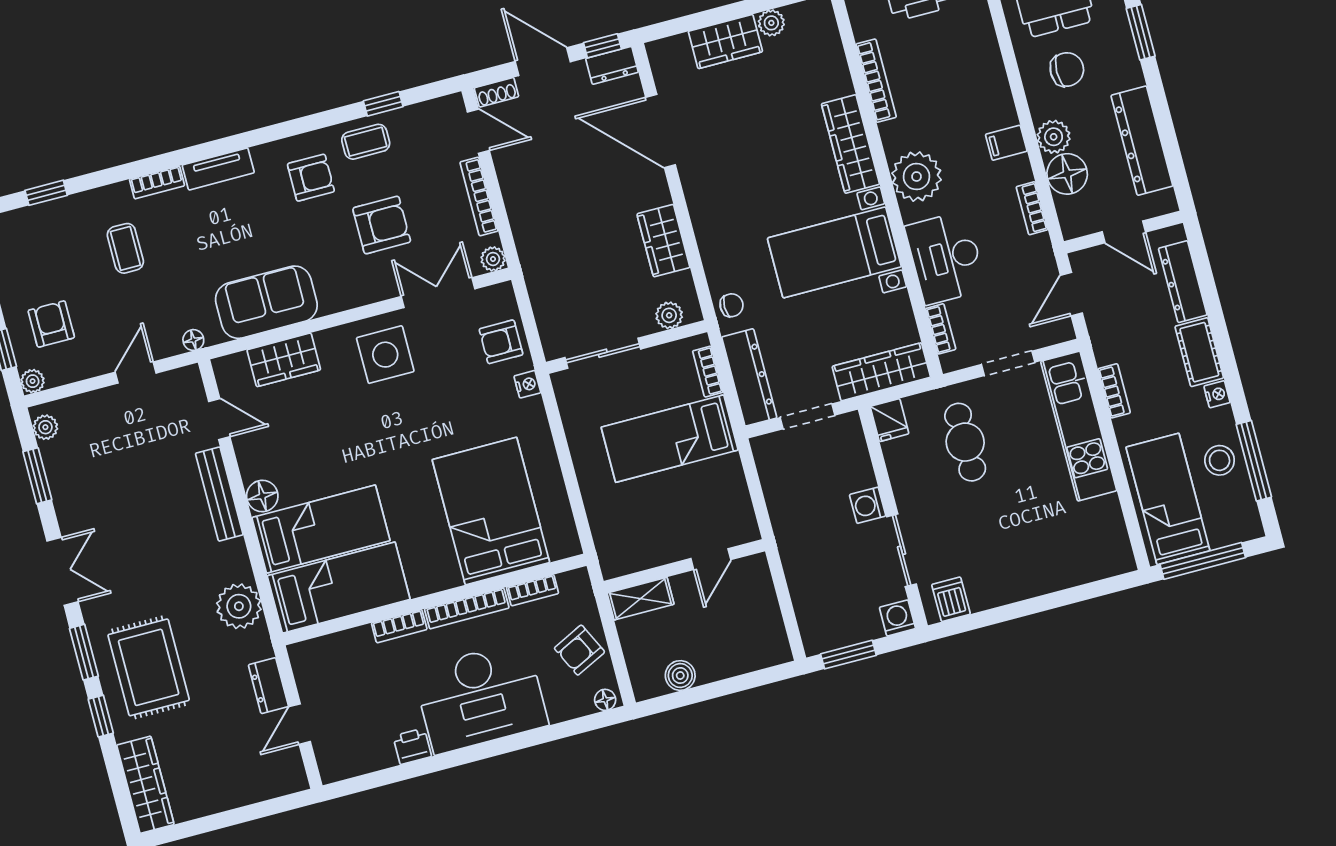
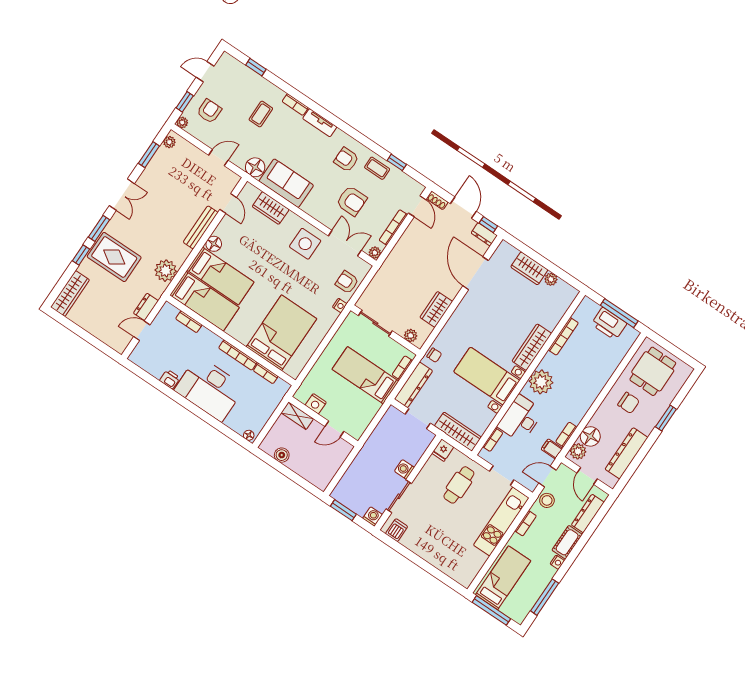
plant: (1054, 137) -> (578, 451), moved
filing cabinet: (1006, 143) -> (552, 449), moved
armchair: (311, 178) -> (346, 160), turned 180
floor lamp: (193, 340) -> (255, 167), width x1.89, depth x1.89
stool: (1220, 460) -> (547, 500), moved
nightstand: (647, 554) -> (316, 404), added
bookcase: (399, 626) -> (189, 322), moved
armchair: (579, 650) -> (259, 410), removed
rug: (149, 667) -> (114, 257), turned 90

